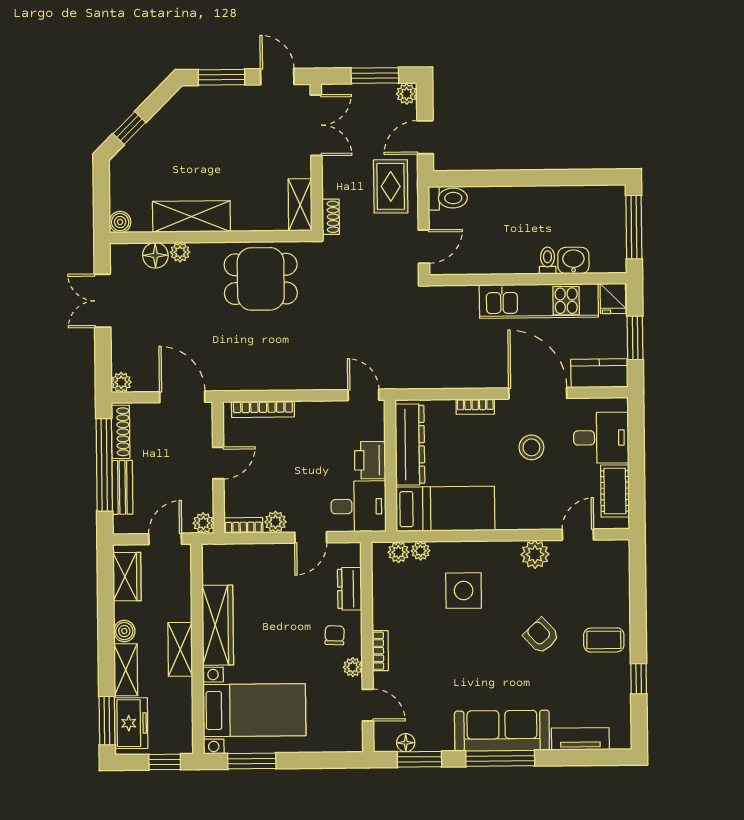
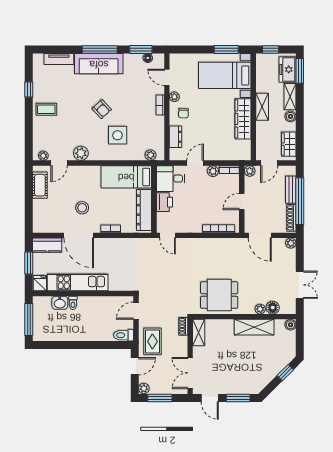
desk: (601, 438) -> (47, 212), removed
plant: (420, 551) -> (43, 156), moved
armchair: (541, 636) -> (102, 109), moved

